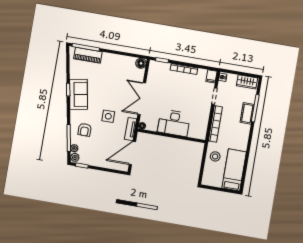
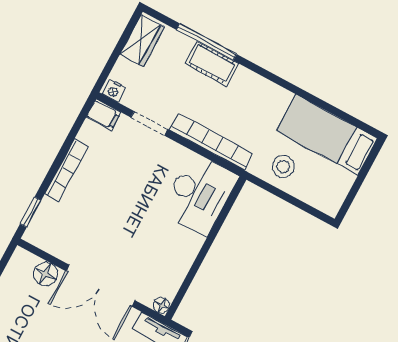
floor lamp: (141, 63) -> (46, 274), moved
desk: (174, 123) -> (199, 194), moved

